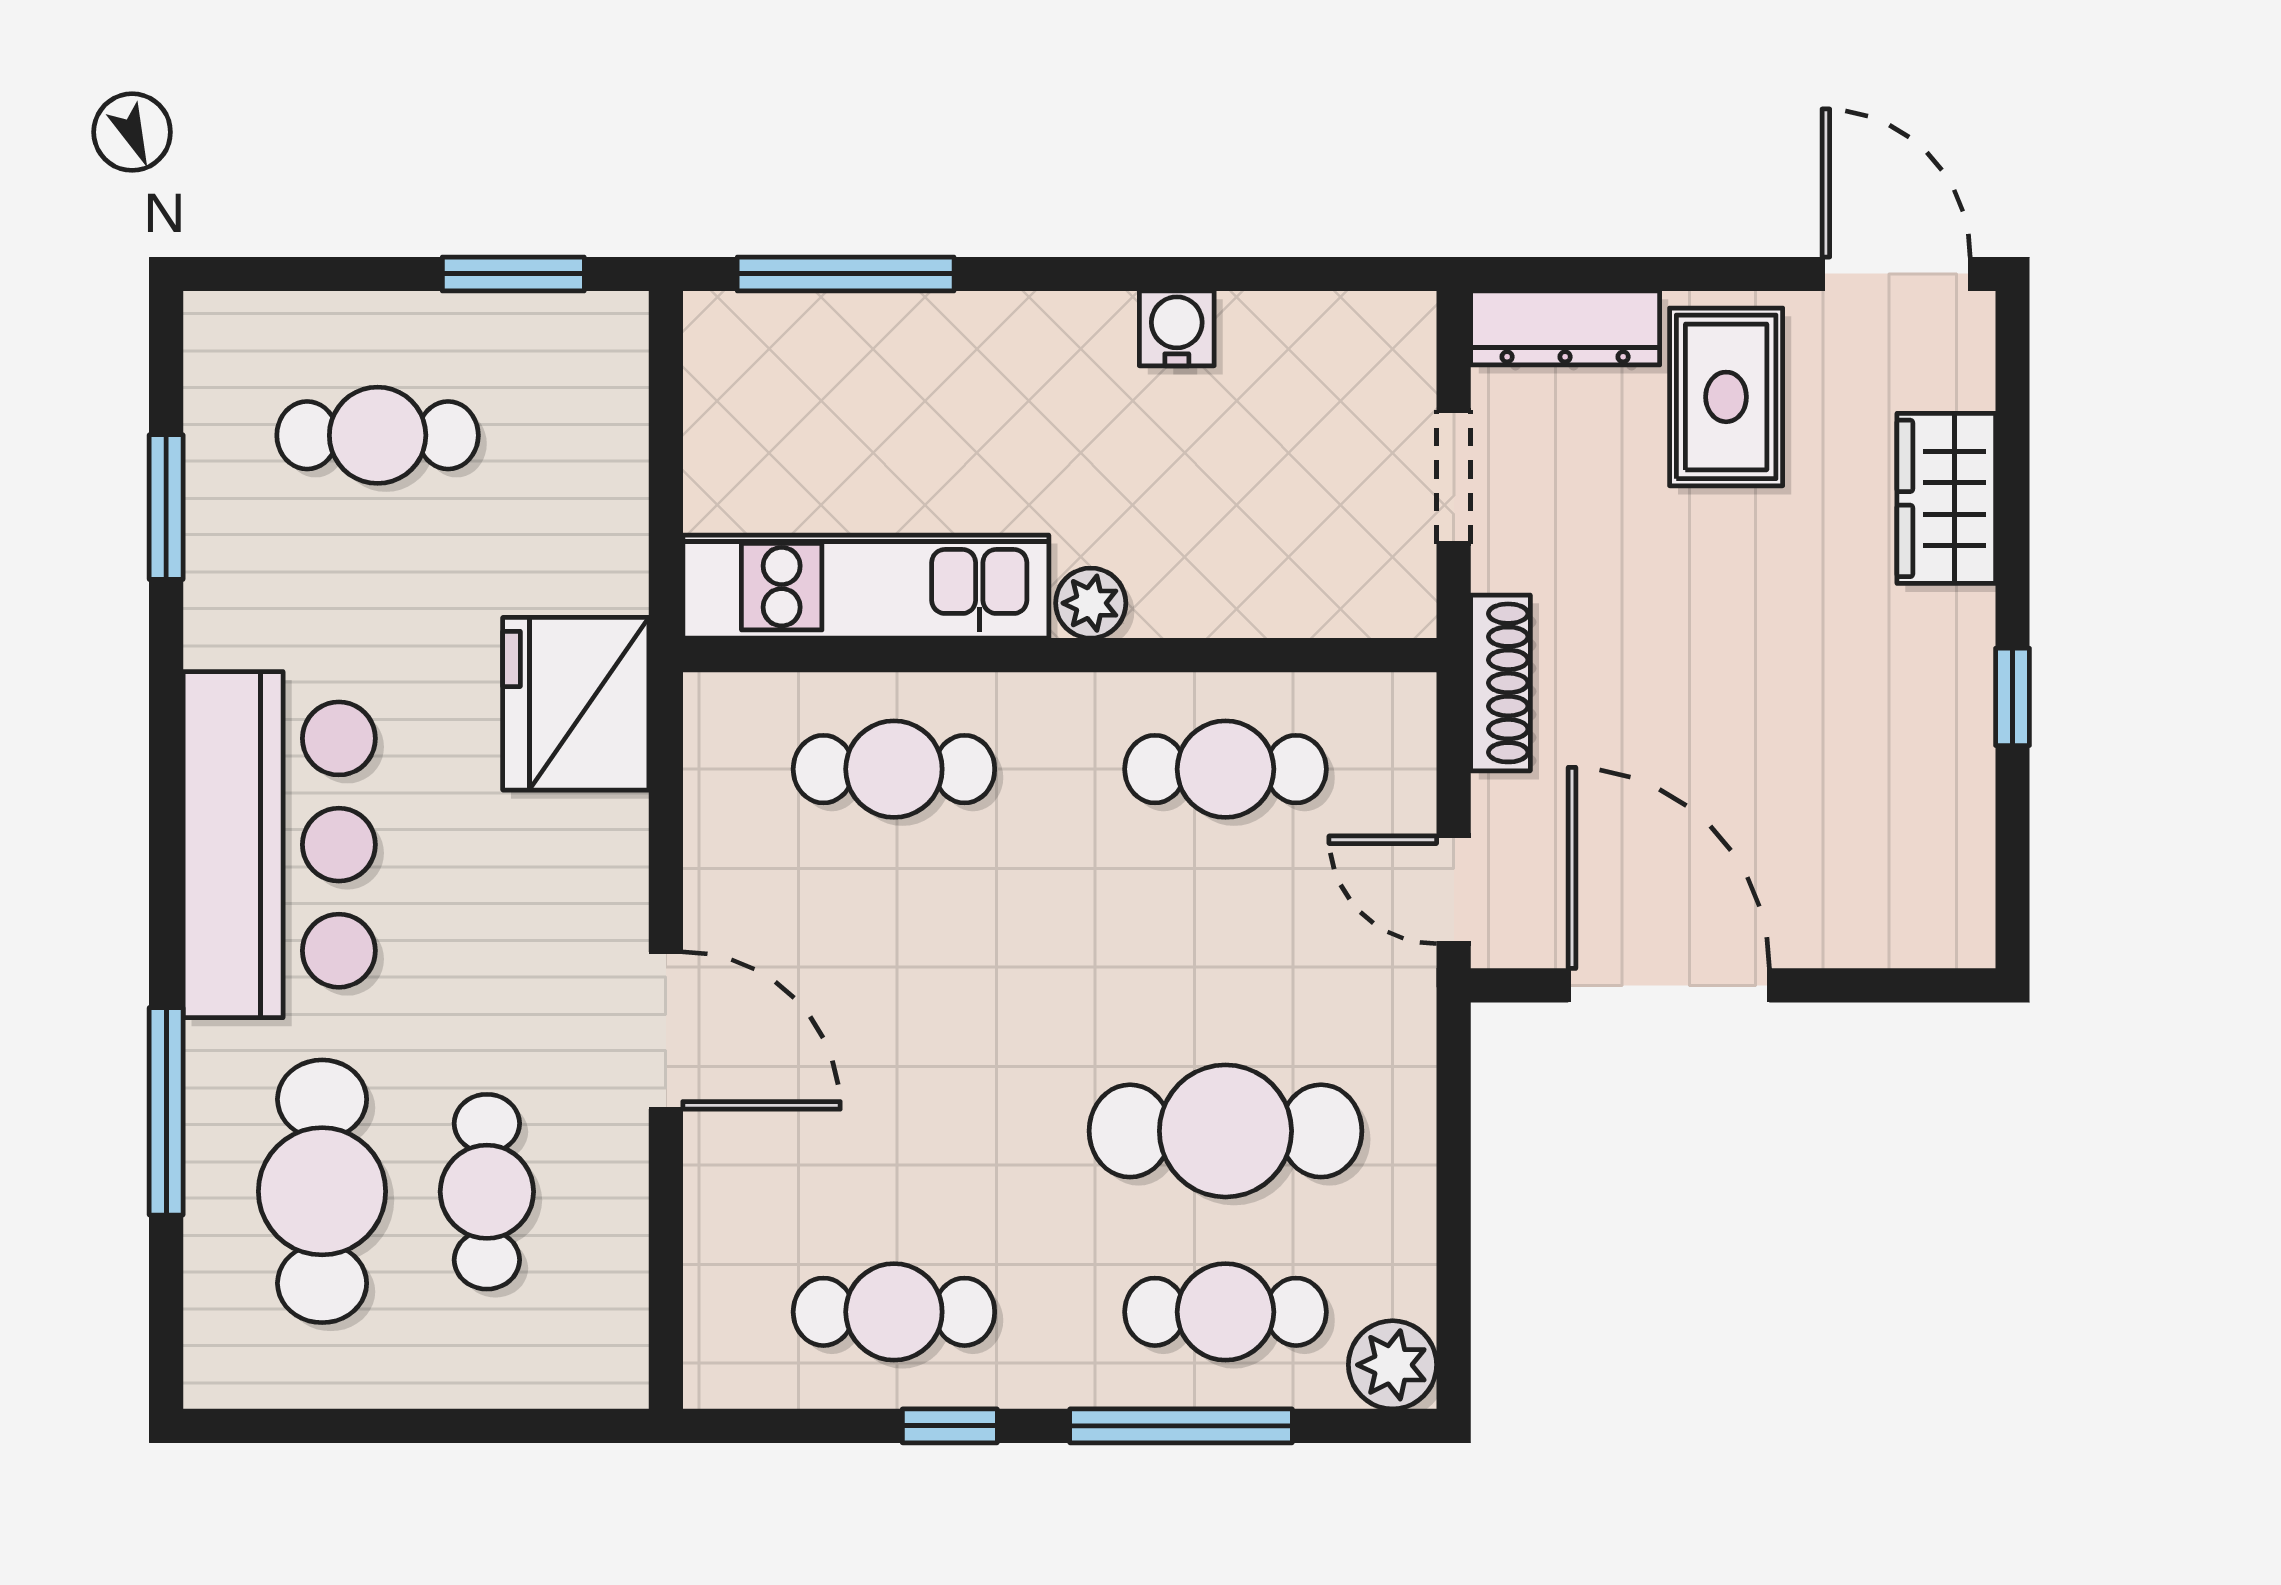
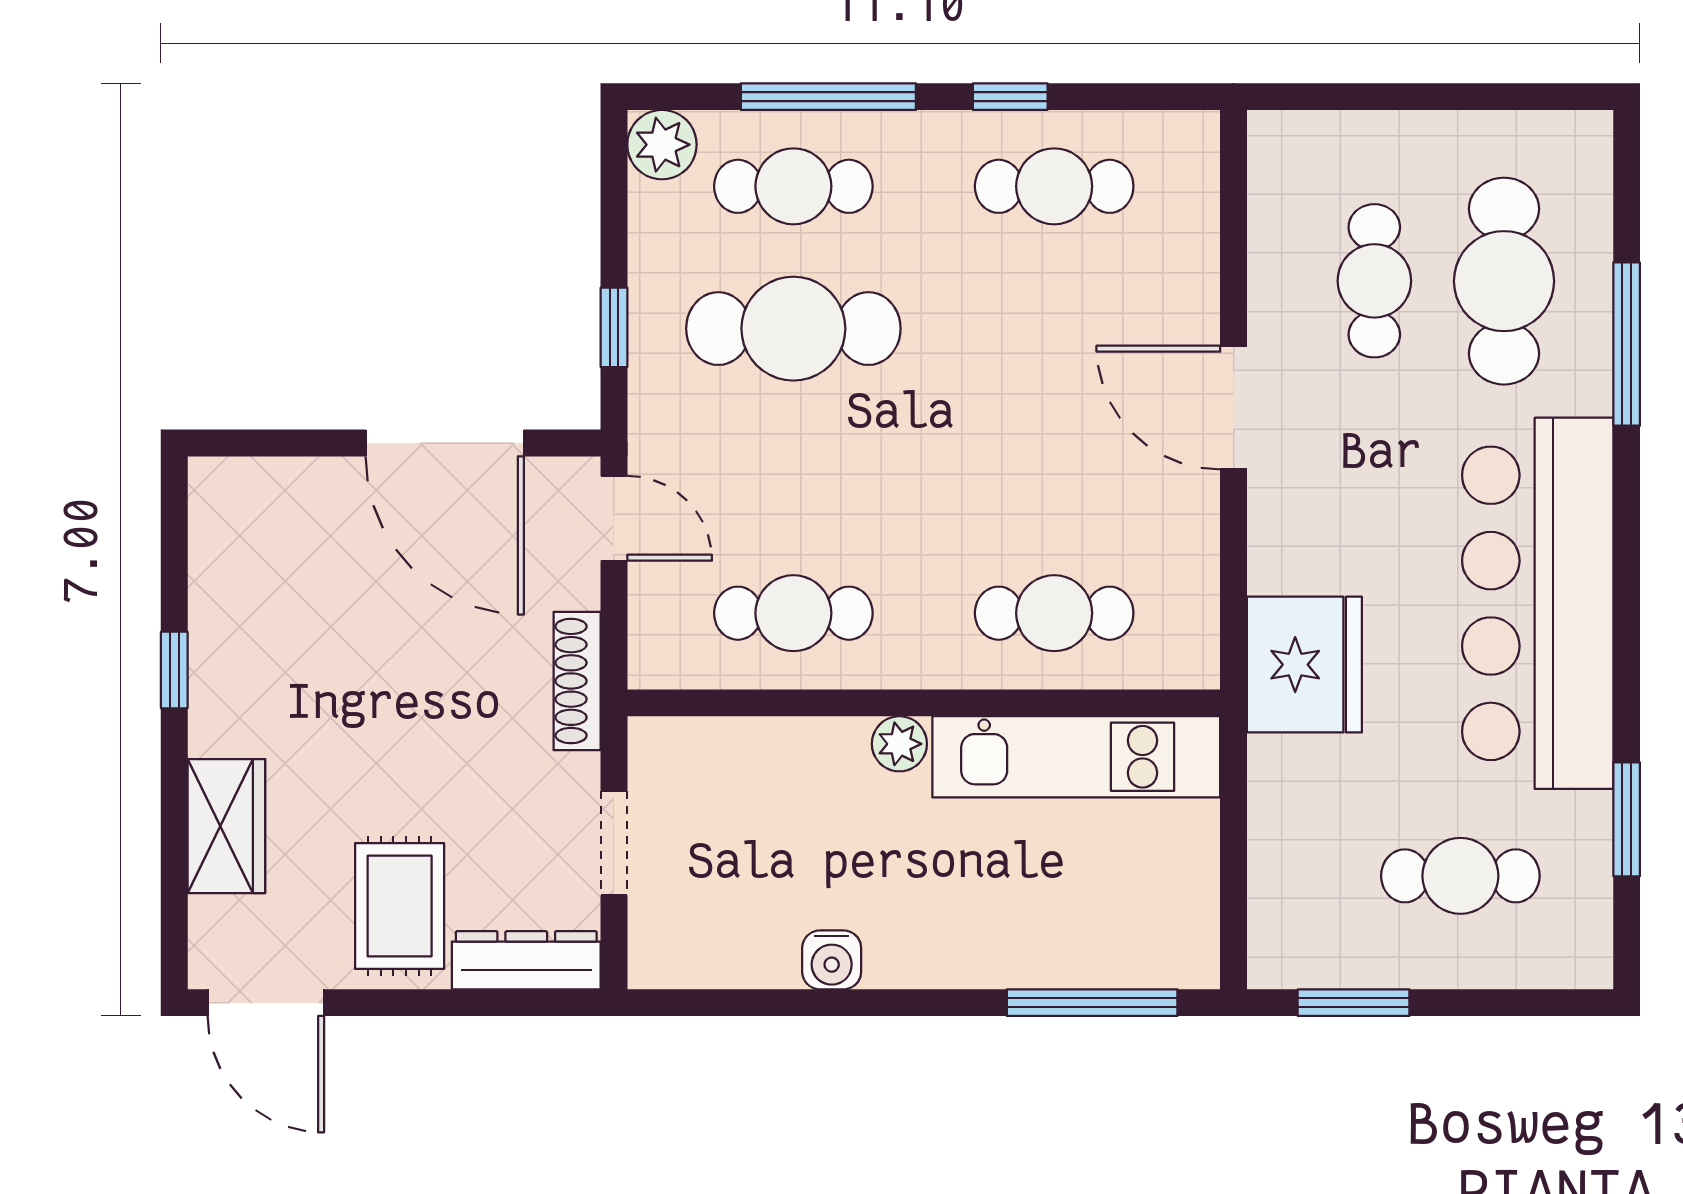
bar counter: (279, 845) -> (1538, 603), width x1.36
window: (1454, 1132) -> (614, 327), added

